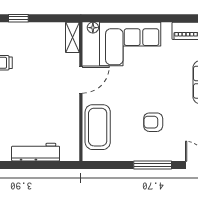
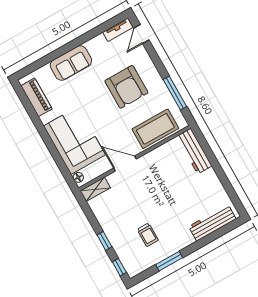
armchair: (153, 122) -> (126, 87), width x1.88, depth x1.88
workbench: (36, 152) -> (194, 151), moved
window: (153, 165) -> (175, 93), moved

